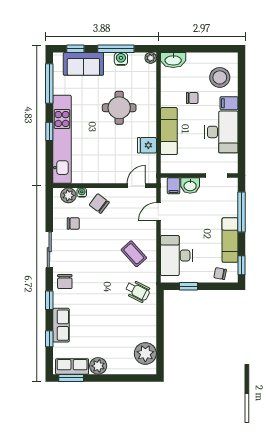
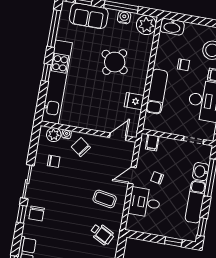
plant: (151, 58) -> (146, 25), width x1.88, depth x1.88
round table: (119, 108) -> (115, 62), turned 33
washbasin: (190, 186) -> (201, 172), moved, turned 90
door: (158, 212) -> (132, 176), moved
coffee table: (134, 254) -> (105, 199), turned -38
desk: (176, 256) -> (145, 202), width x0.73
chair: (220, 274) -> (157, 178), moved
window: (189, 286) -> (173, 242), moved
window: (49, 300) -> (22, 214), moved

